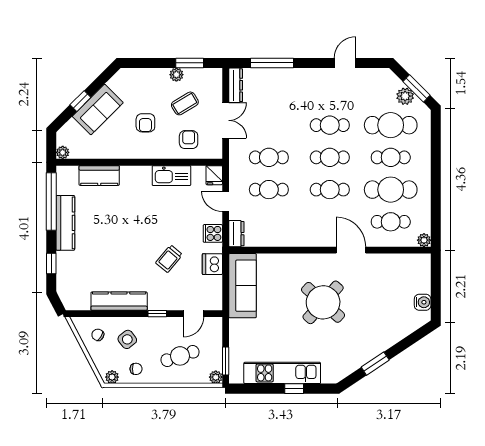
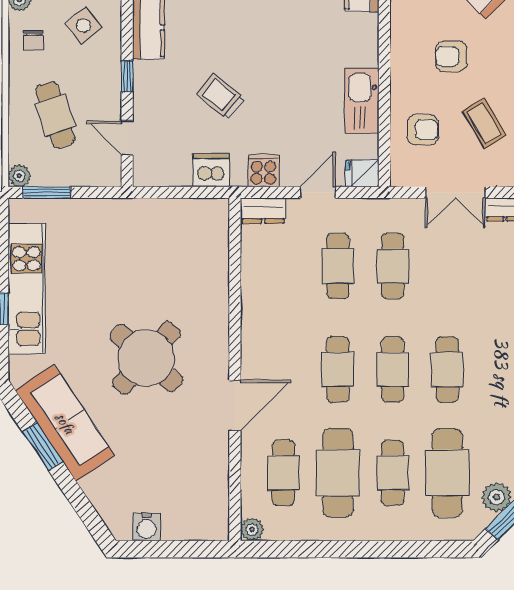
sofa: (242, 286) -> (65, 423), moved, turned -124

